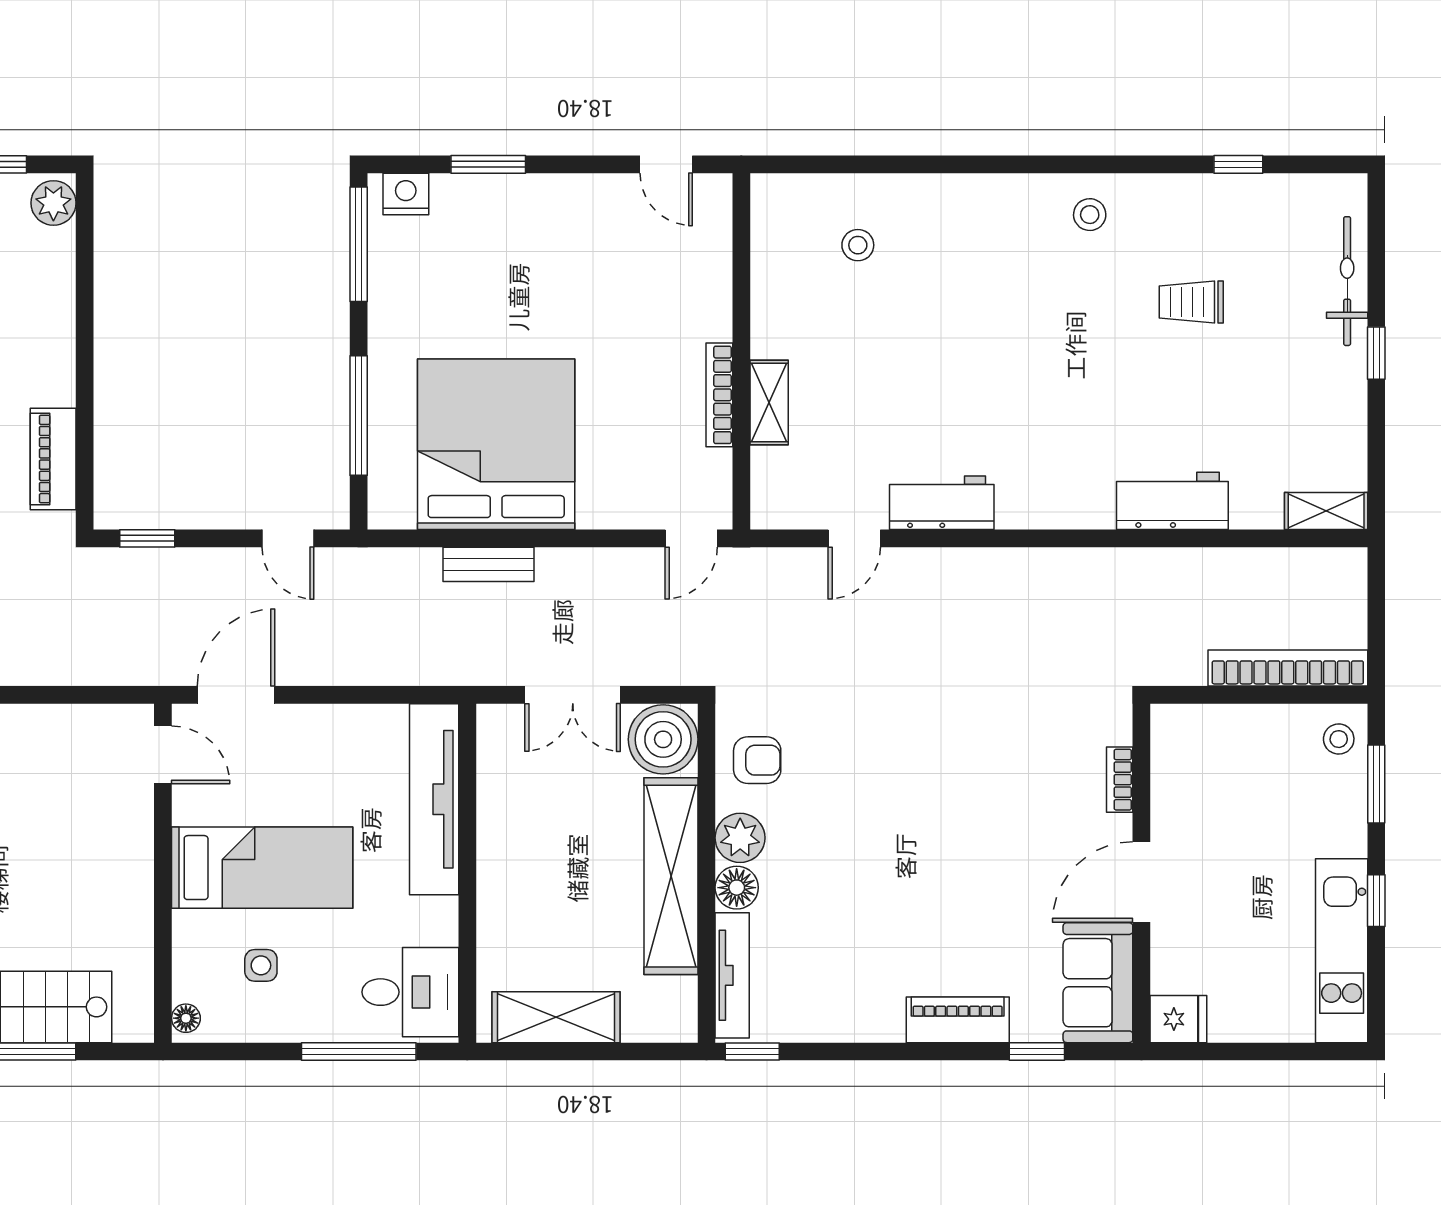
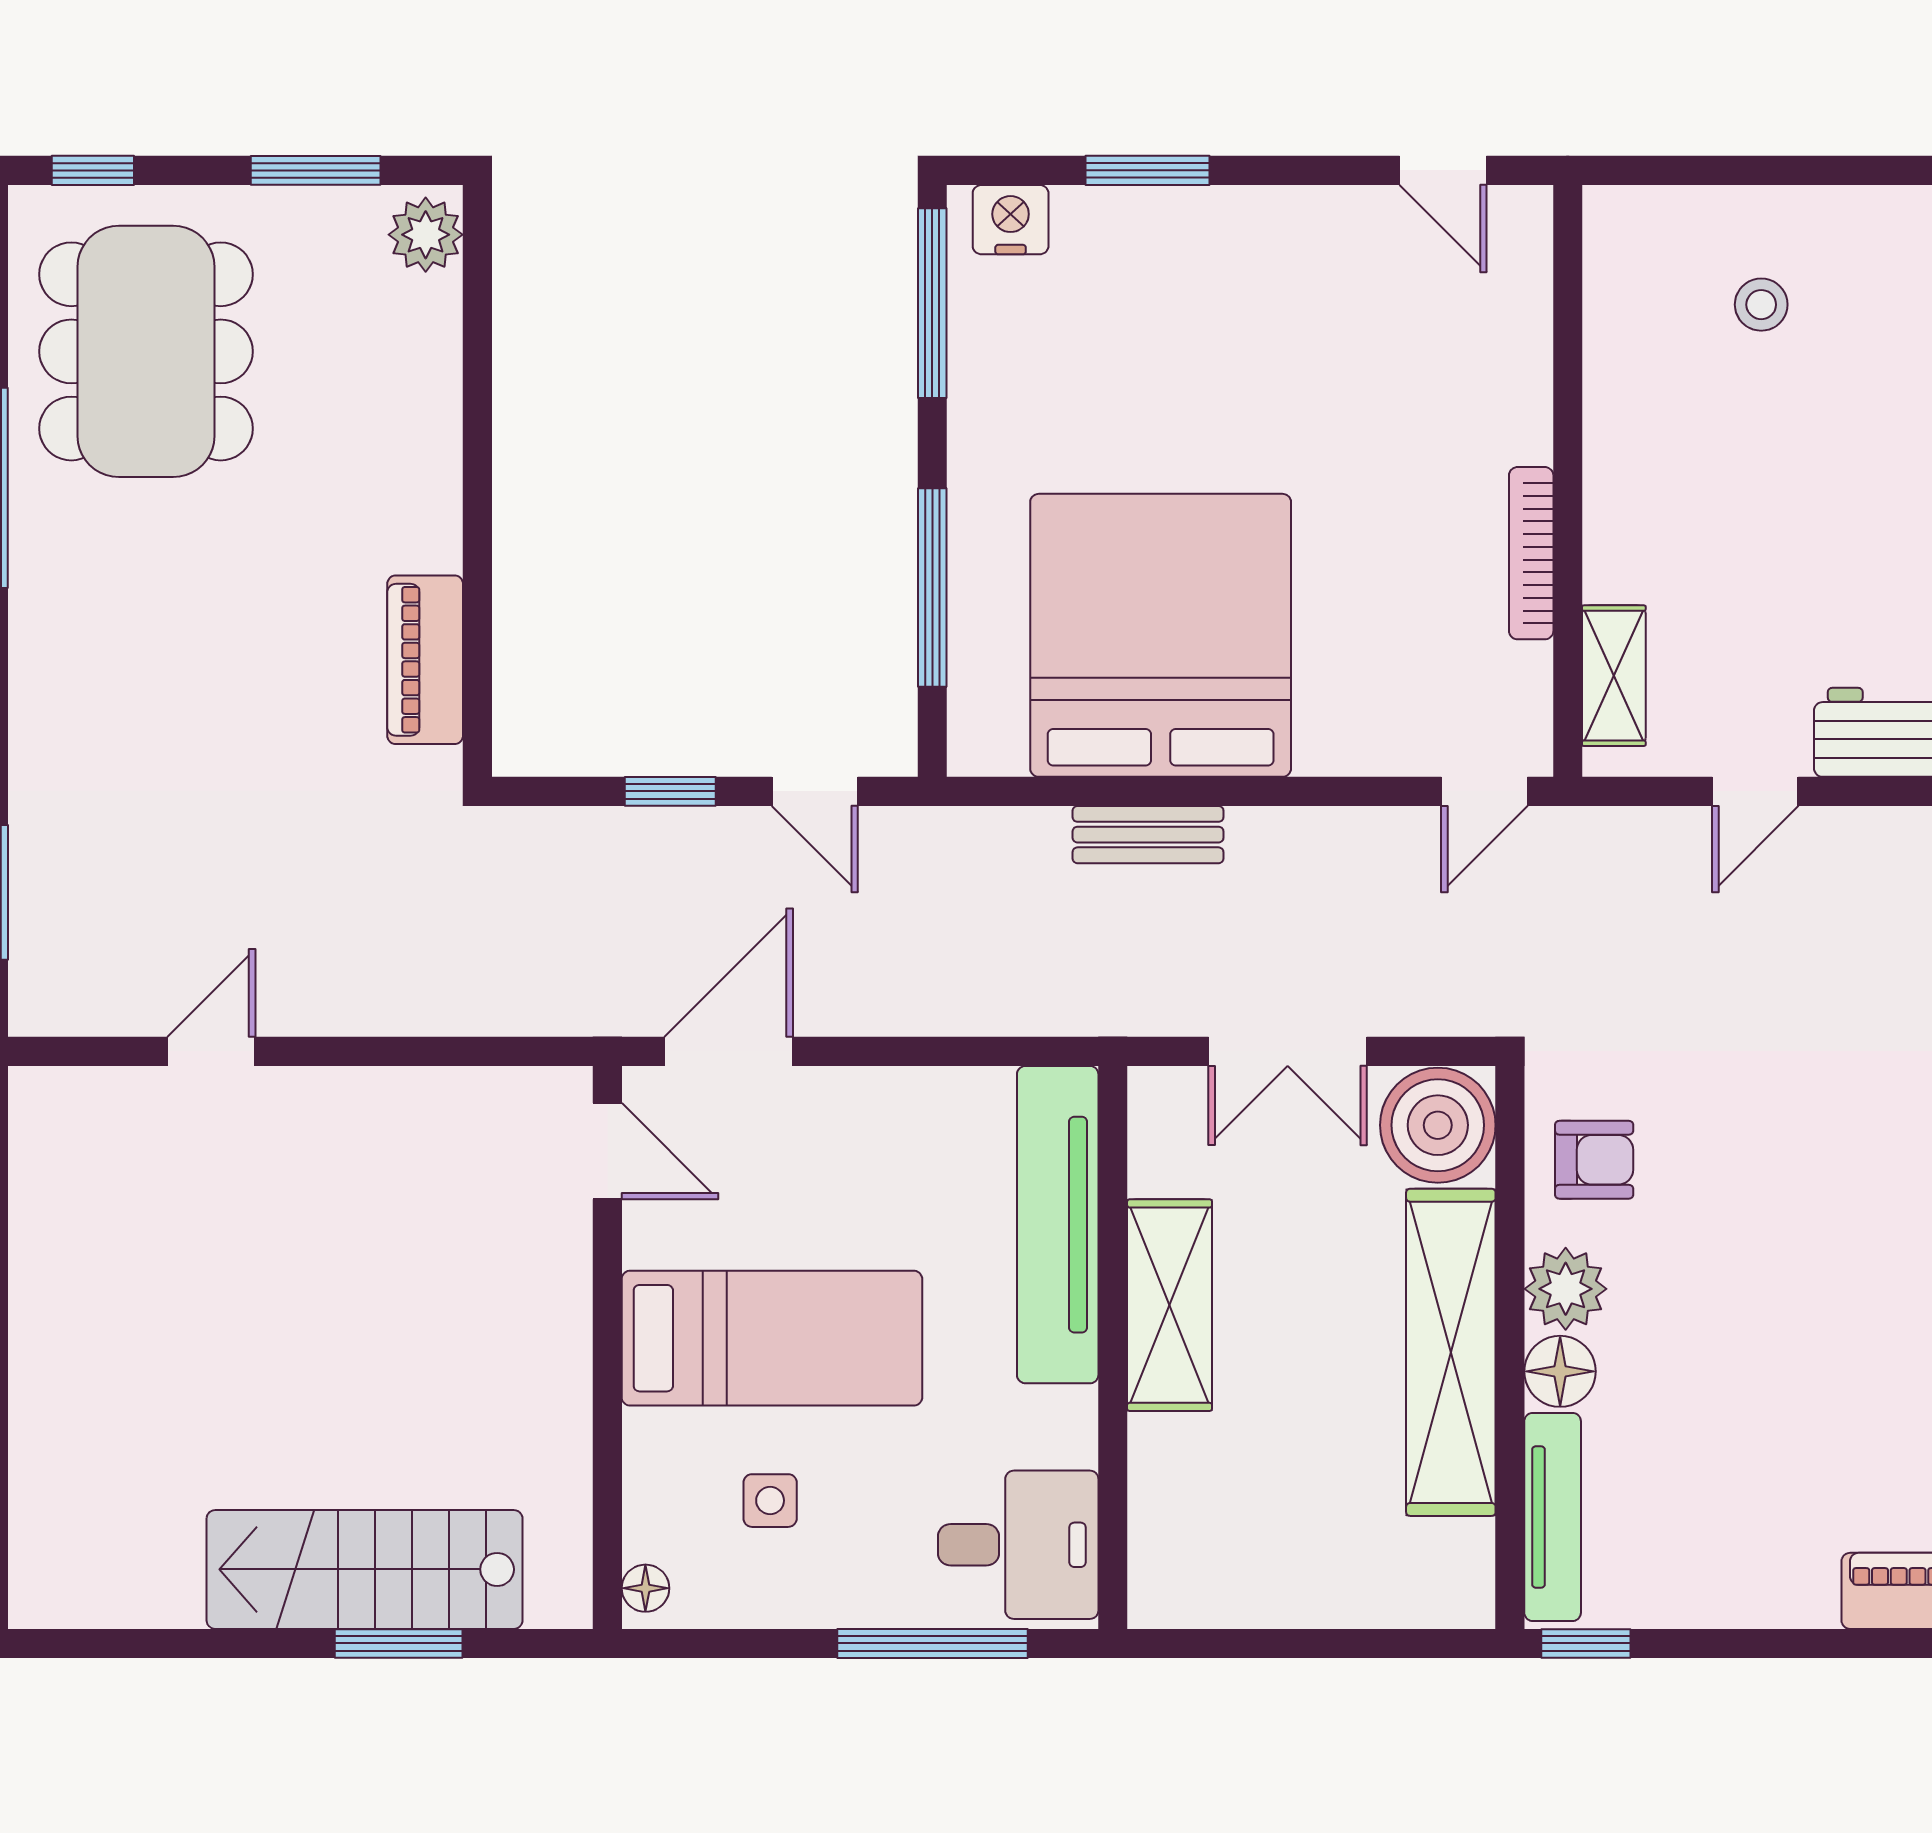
shelving: (769, 402) -> (1614, 676), moved
window: (147, 538) -> (670, 791), moved
shelving: (556, 1017) -> (1170, 1305), moved, turned 90

